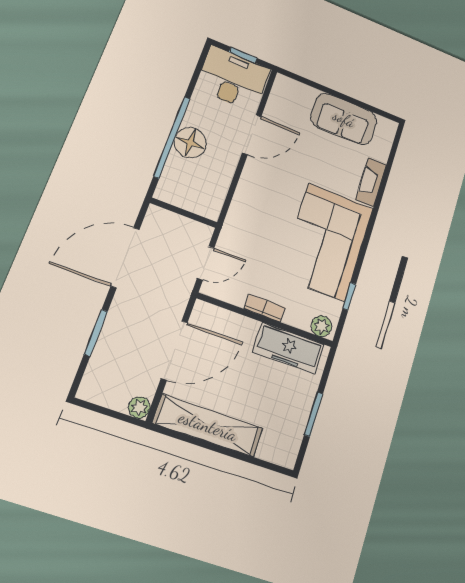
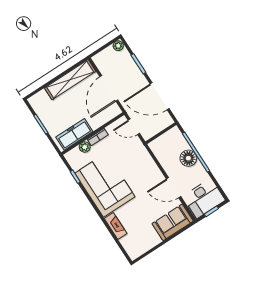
sofa: (344, 119) -> (173, 222), moved
door: (252, 135) -> (174, 188), hinge flipped
door: (125, 258) -> (160, 96), swing flipped
door: (206, 263) -> (134, 127), hinge flipped
plant: (322, 326) -> (85, 147), moved
plant: (139, 407) -> (118, 46), moved

